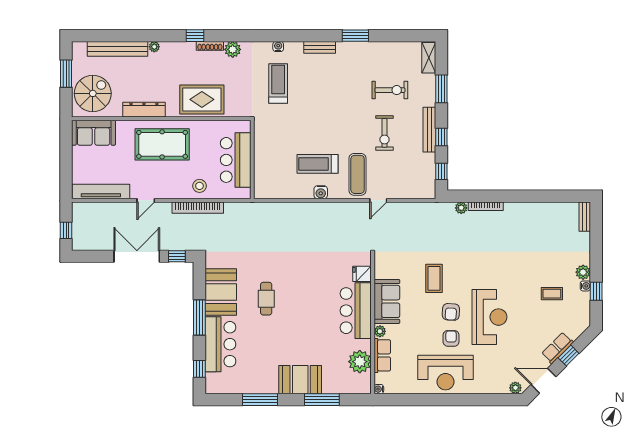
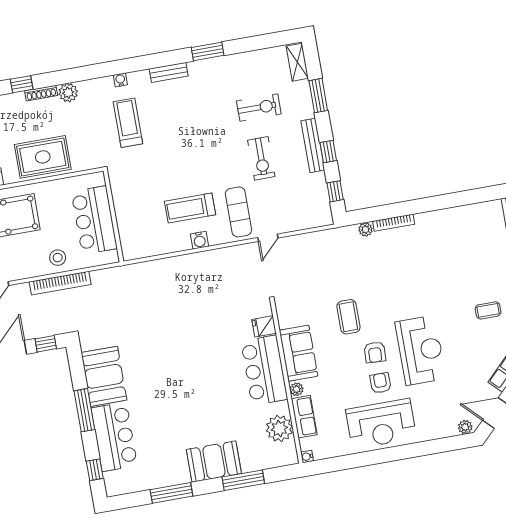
cafe table: (266, 299) -> (158, 375), removed

